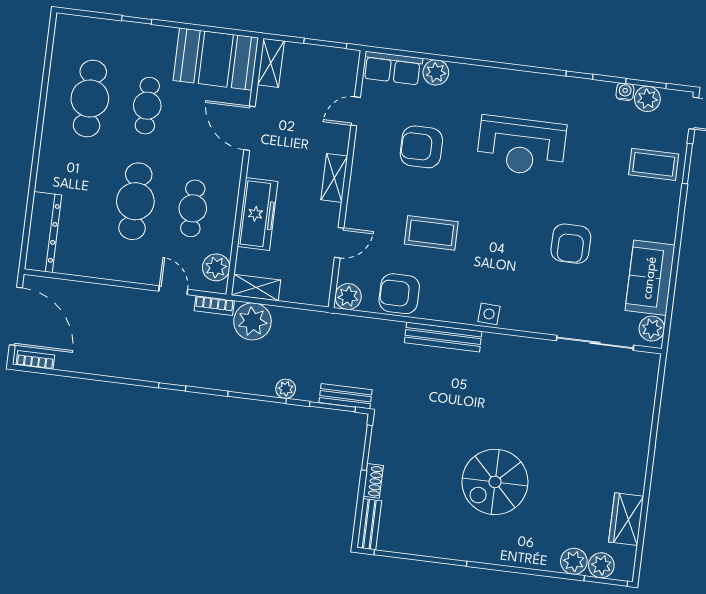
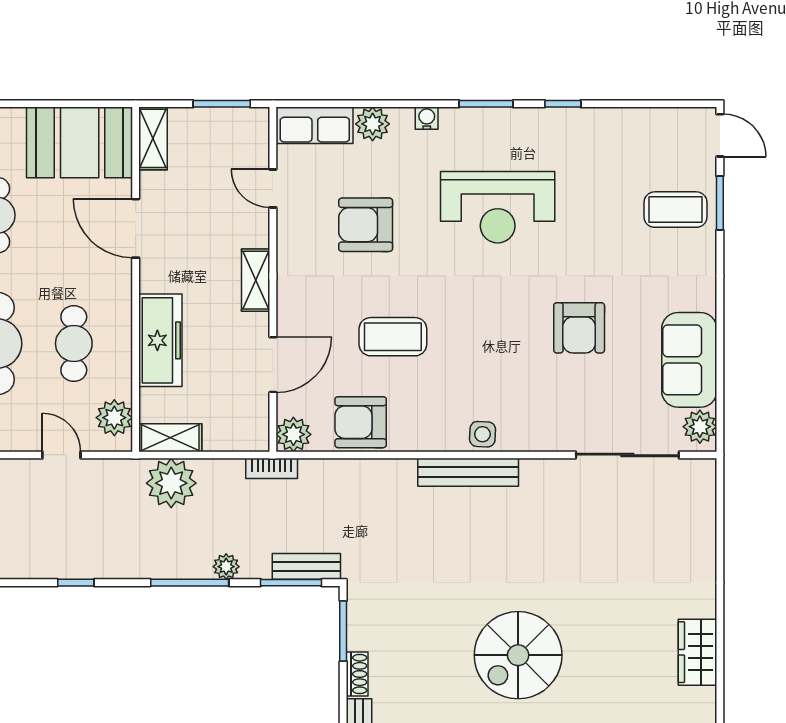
window: (646, 83) -> (486, 104), moved
water cooler: (625, 92) -> (427, 118), moved
plant: (647, 99) -> (656, 124), removed
door: (356, 111) -> (273, 188), hinge flipped
door: (339, 243) -> (273, 365), width x1.38
bookcase: (214, 306) -> (272, 468), moved
bench: (443, 337) -> (468, 472), moved
wardrobe: (626, 519) -> (697, 652), moved

